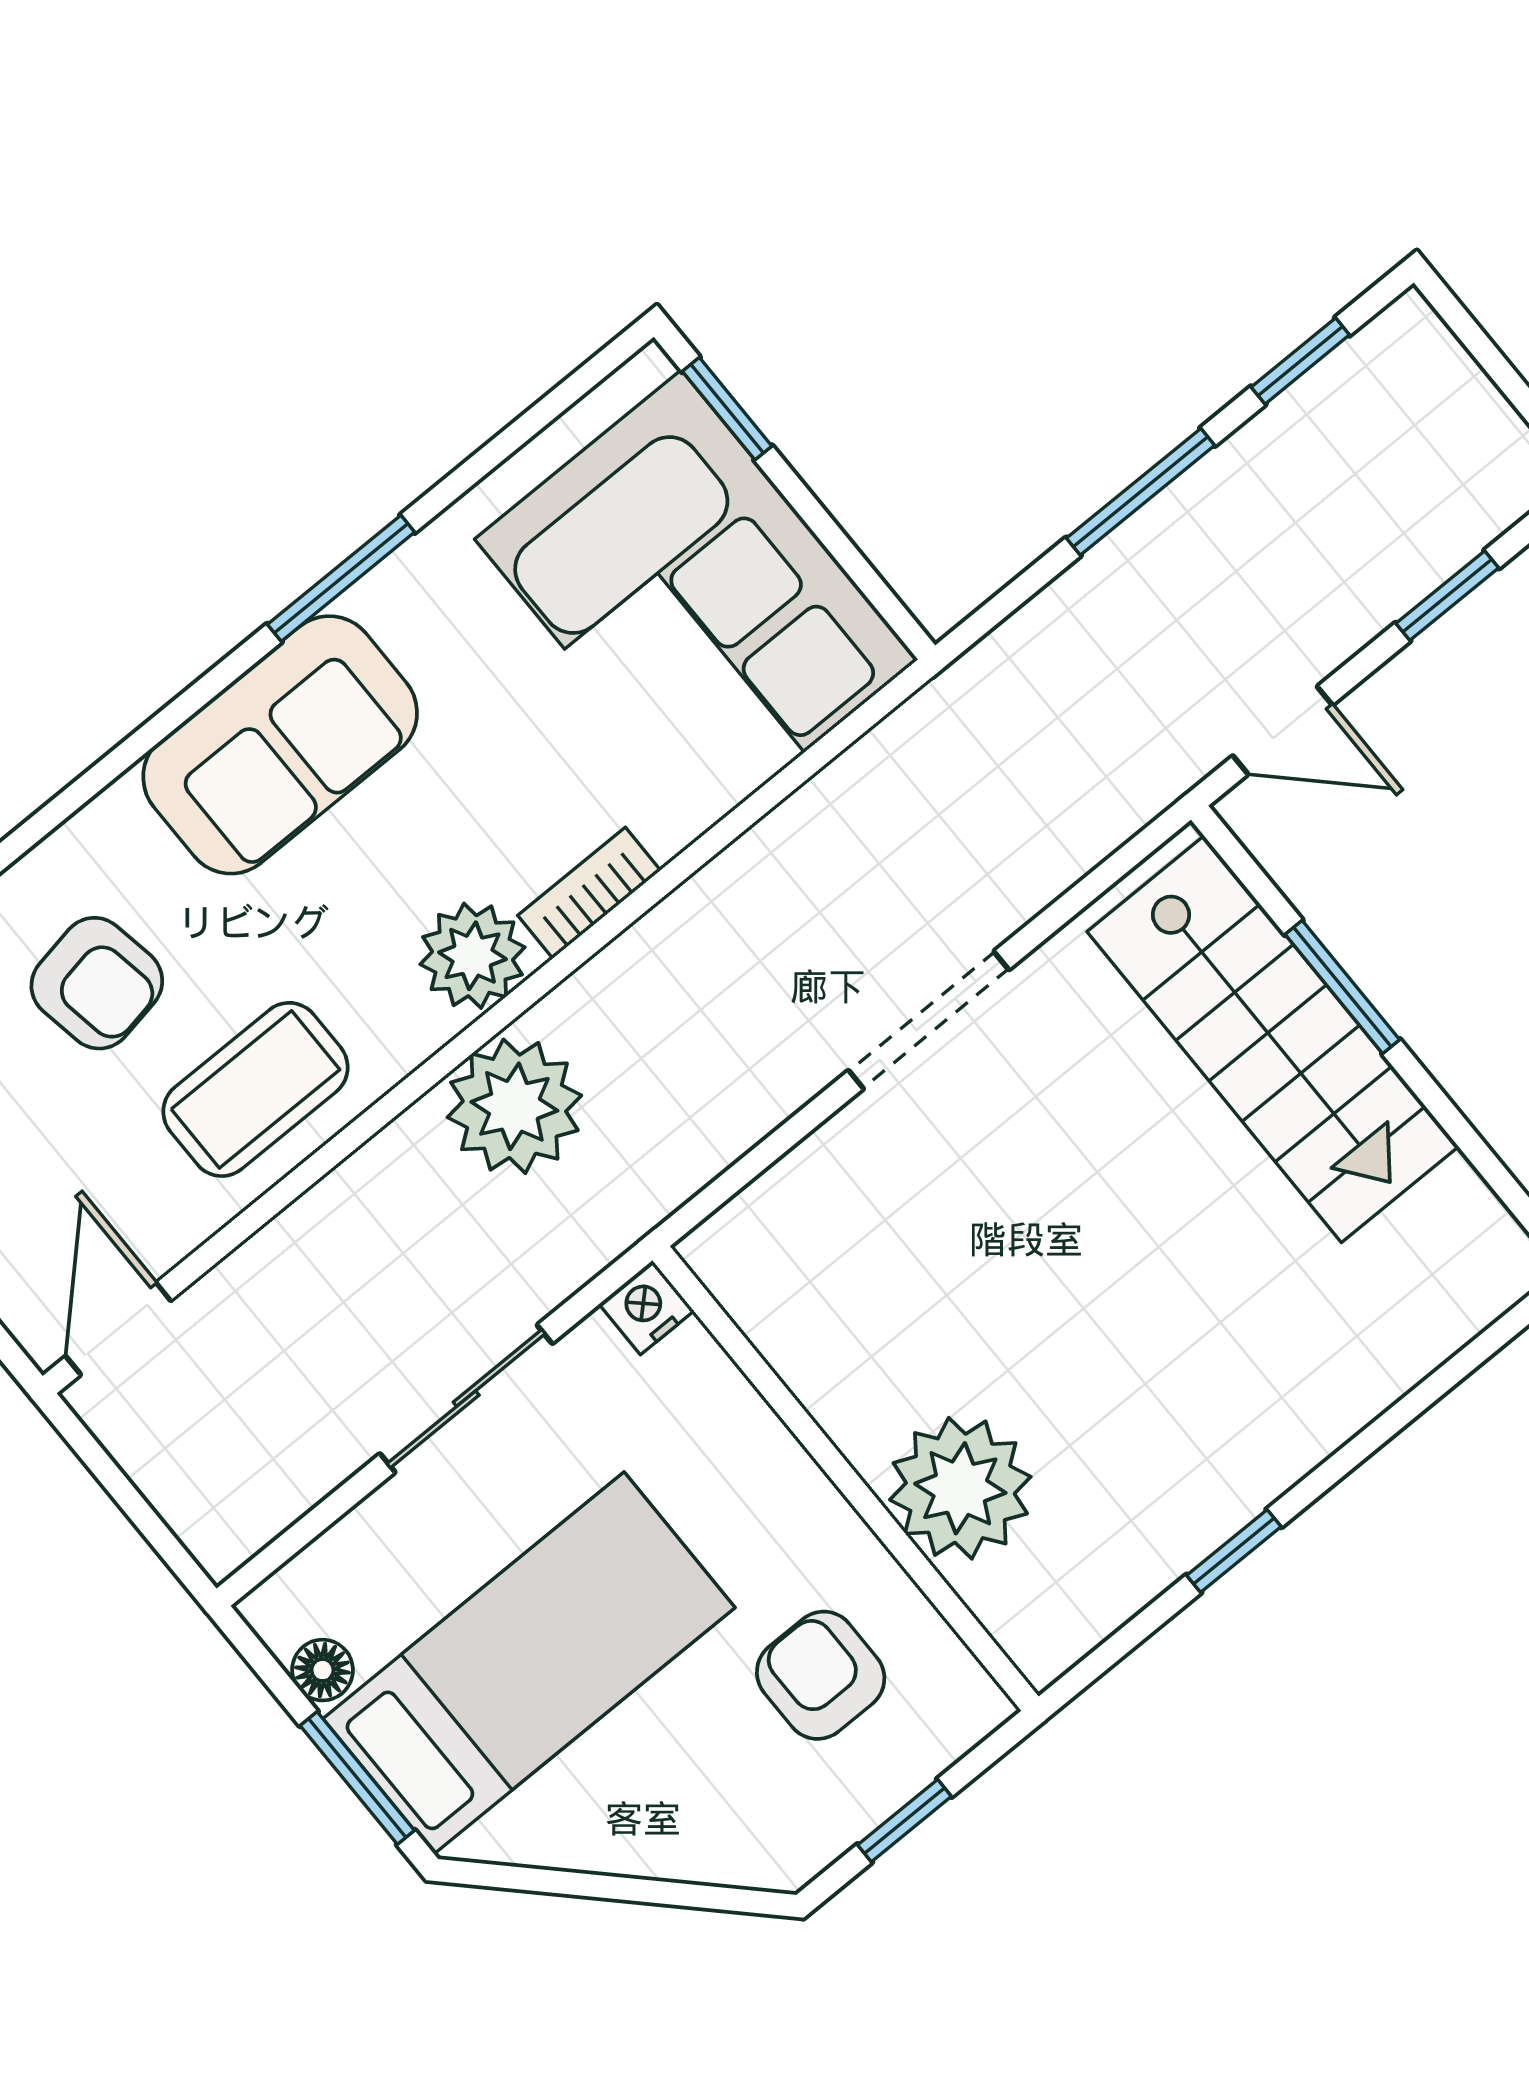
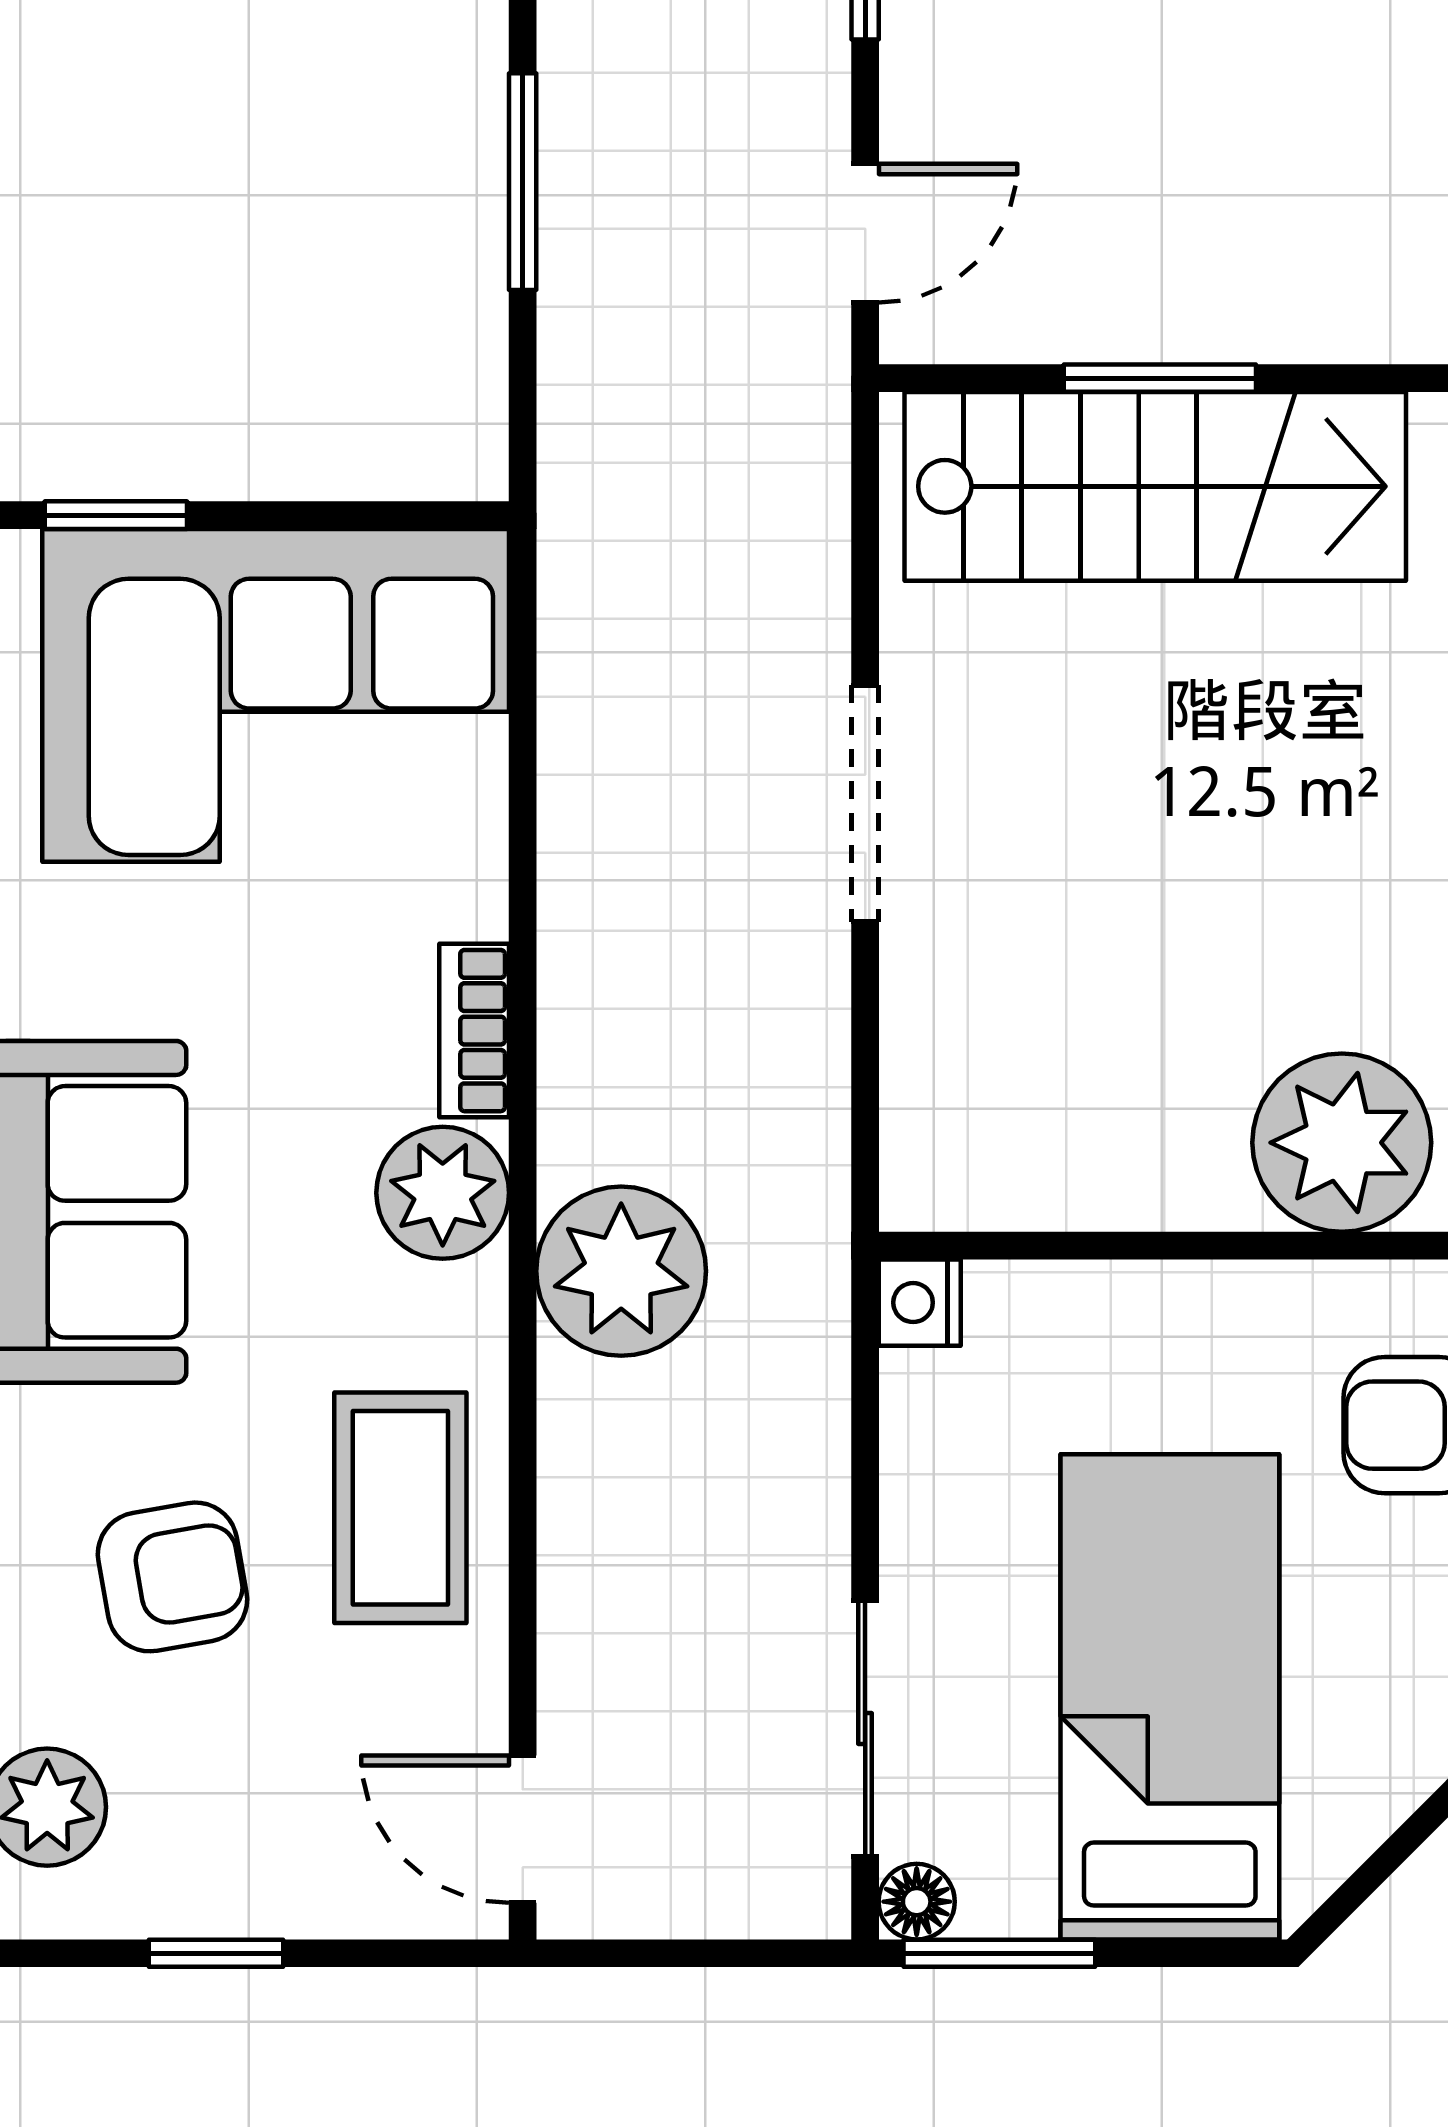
sliding door: (466, 1399) -> (865, 1729), moved
floor lamp: (322, 1670) -> (917, 1902), moved
window: (357, 1778) -> (999, 1953), moved

